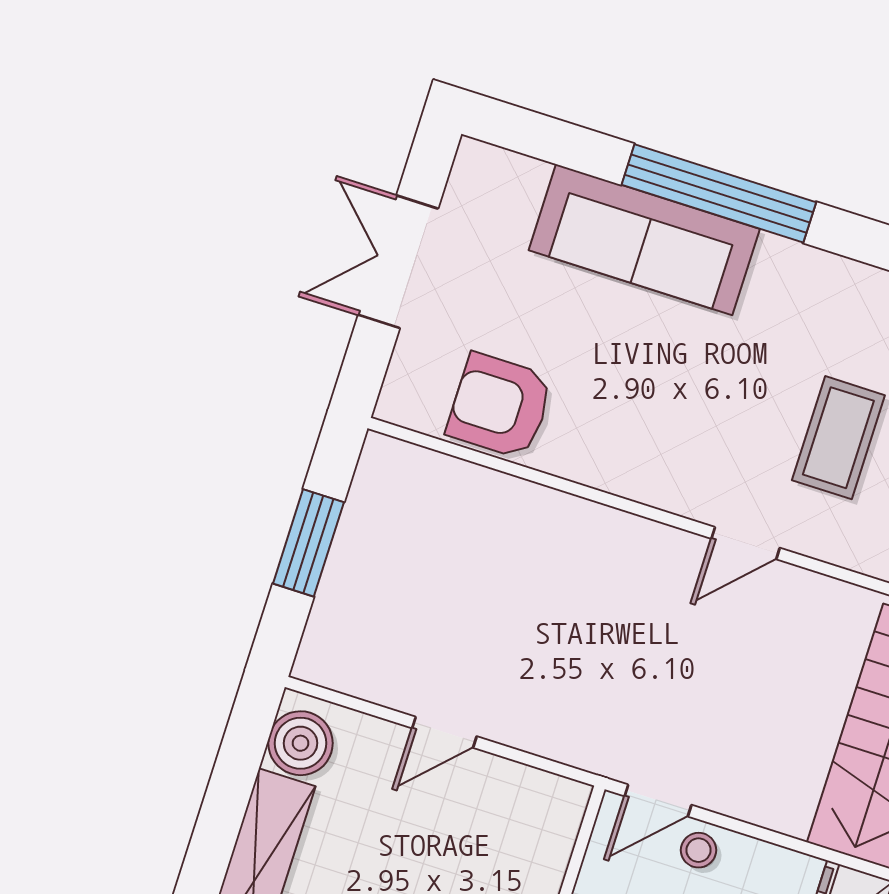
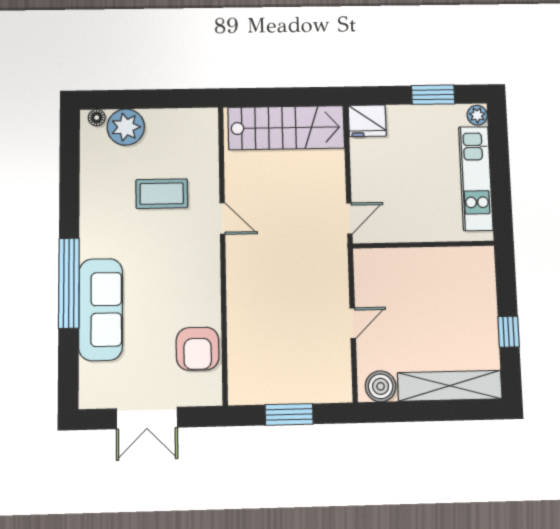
door: (444, 732) -> (353, 323), hinge flipped
door: (658, 800) -> (349, 218), hinge flipped
stool: (698, 850) -> (365, 194), removed

